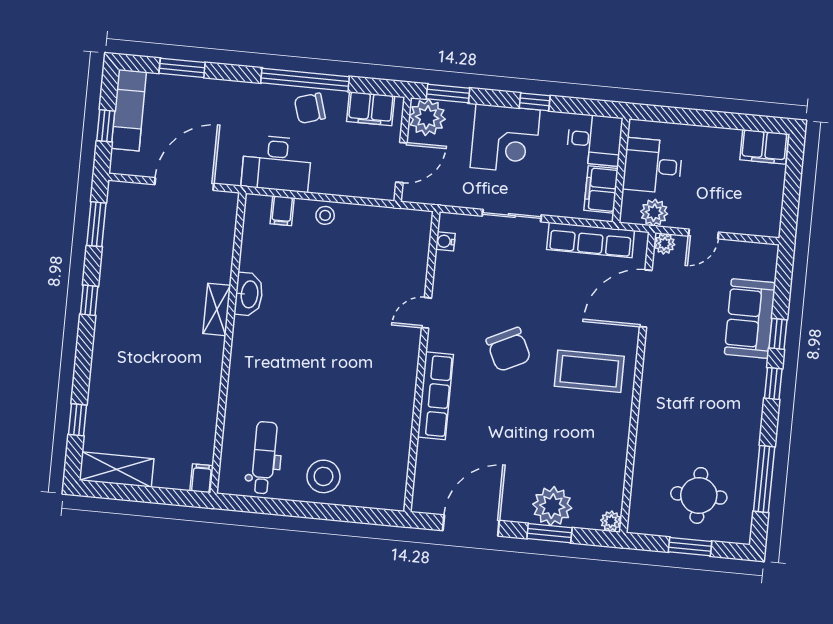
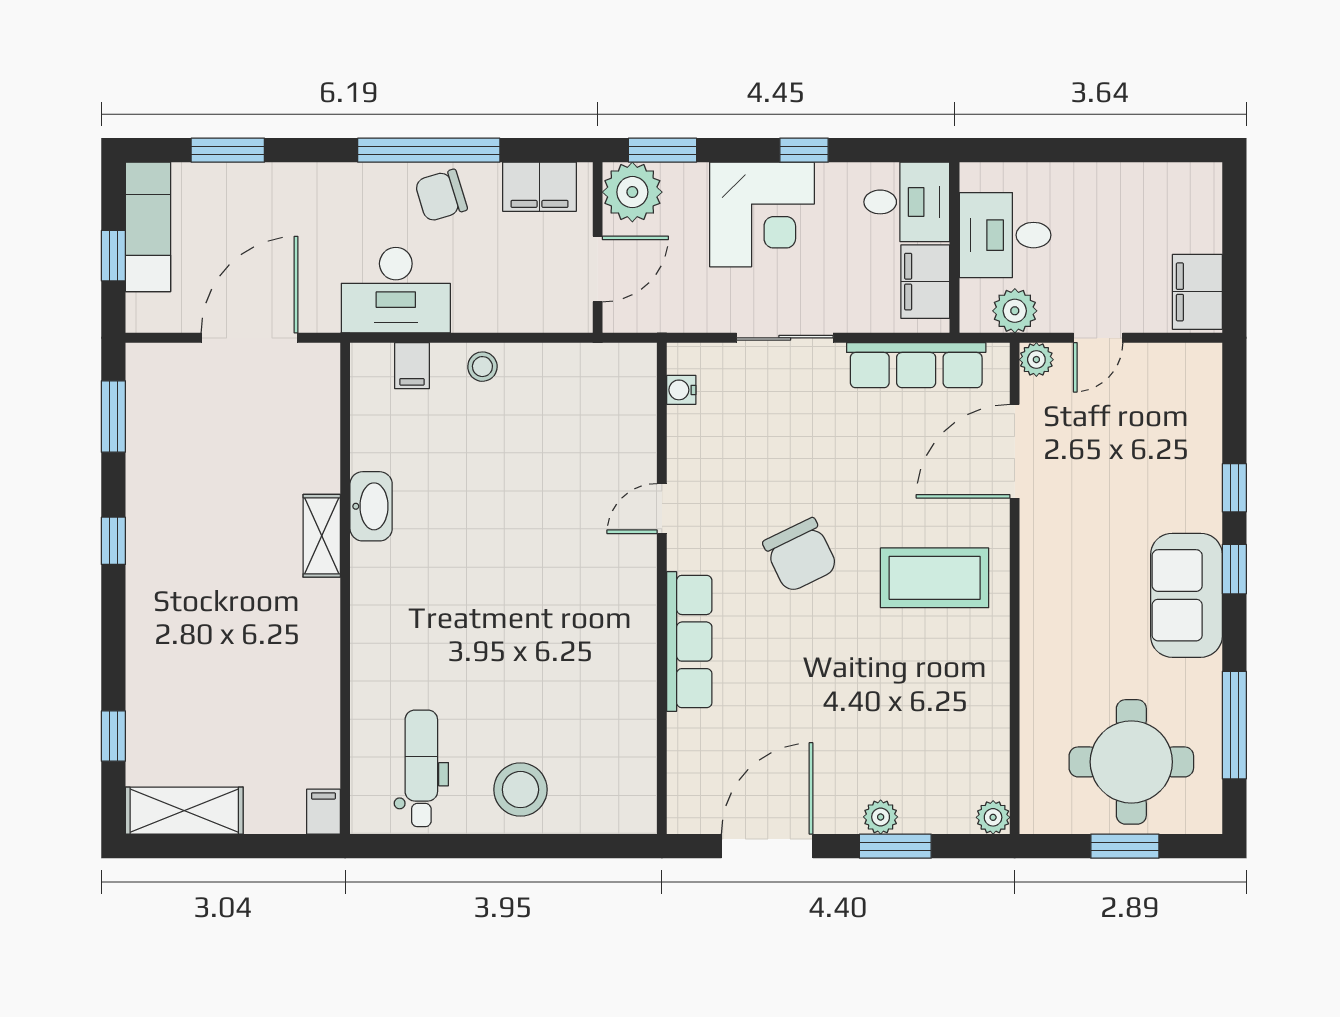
filing cabinet: (764, 147) -> (1197, 292), moved, turned 90
sofa: (750, 319) -> (1186, 595), moved
round table: (699, 495) -> (1131, 762), width x1.36, depth x1.36
plant: (552, 506) -> (881, 817), width x0.53, depth x0.53

